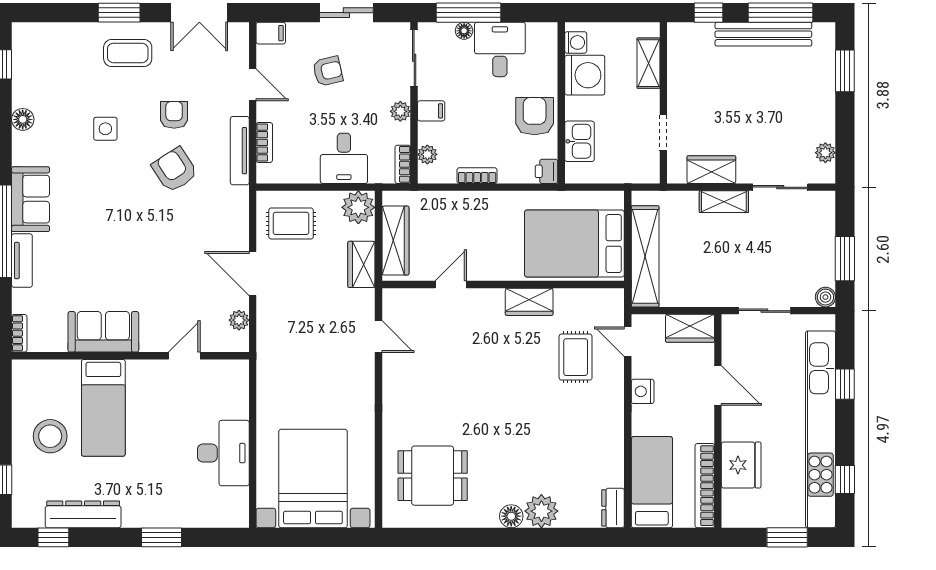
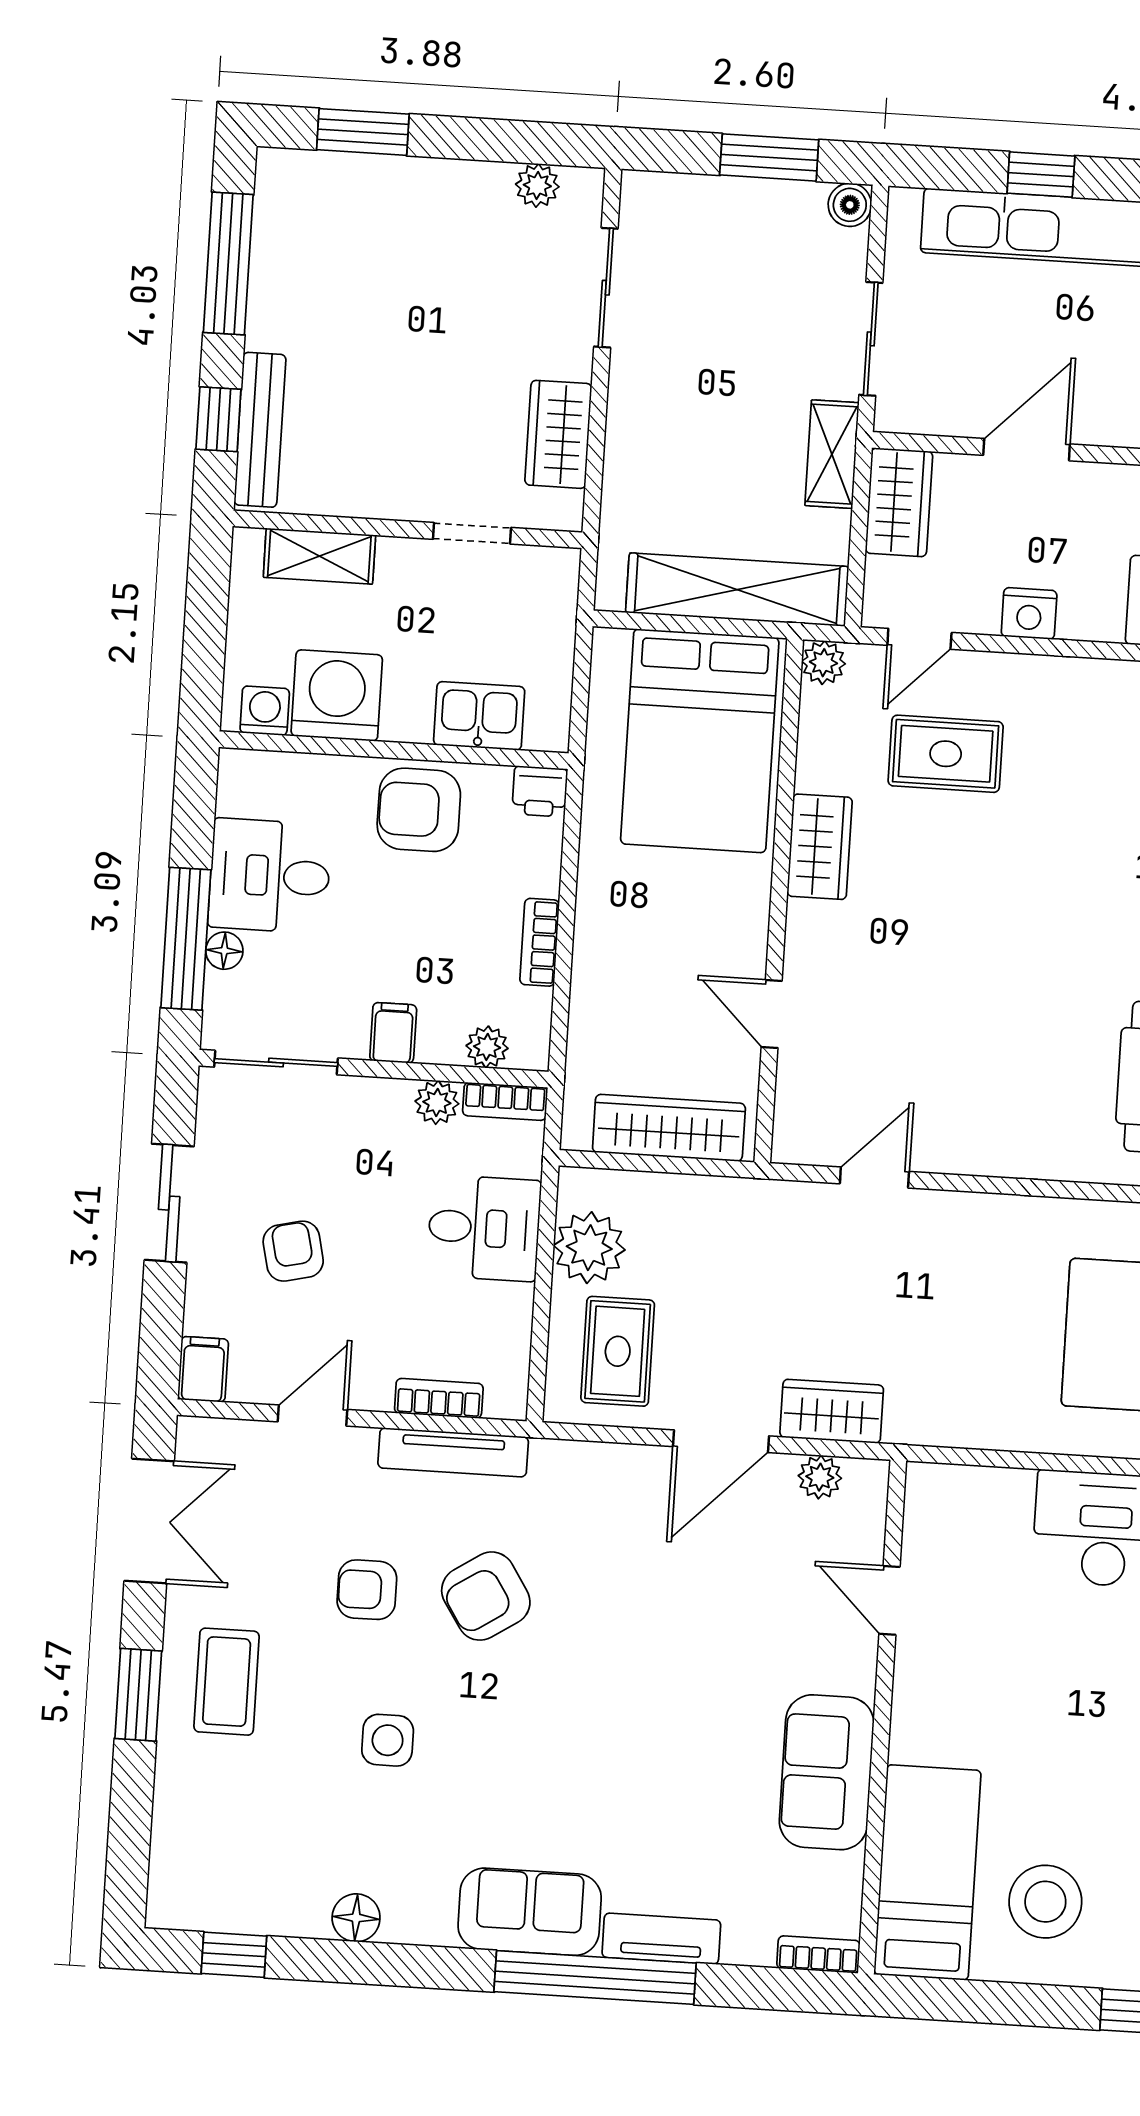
bench: (763, 34) -> (260, 430), moved, width x0.73, depth x0.82
plant: (400, 111) -> (437, 1102), moved
shelving: (724, 202) -> (832, 454), moved
plant: (358, 207) -> (589, 1248), moved
wardrobe: (361, 264) -> (832, 1411), moved, turned 180
plant: (614, 298) -> (823, 663), added
bed: (103, 408) -> (927, 1872), moved, turned -90

